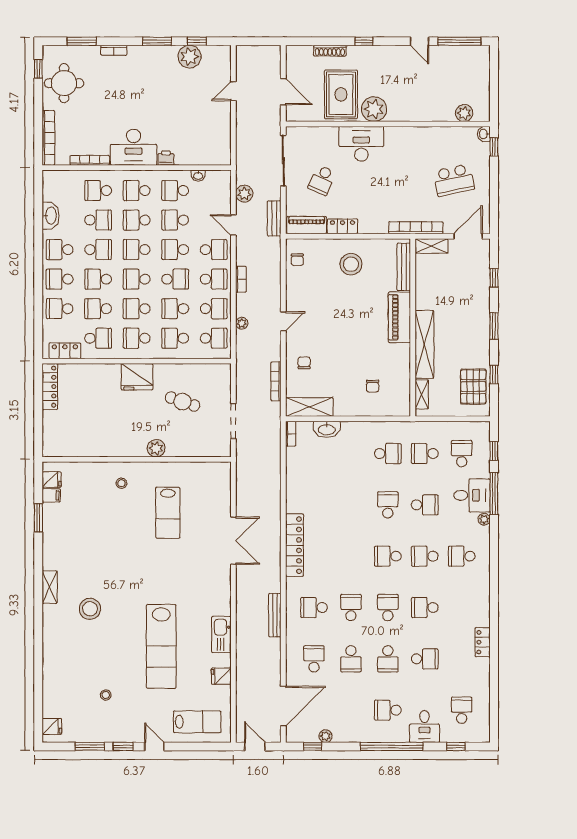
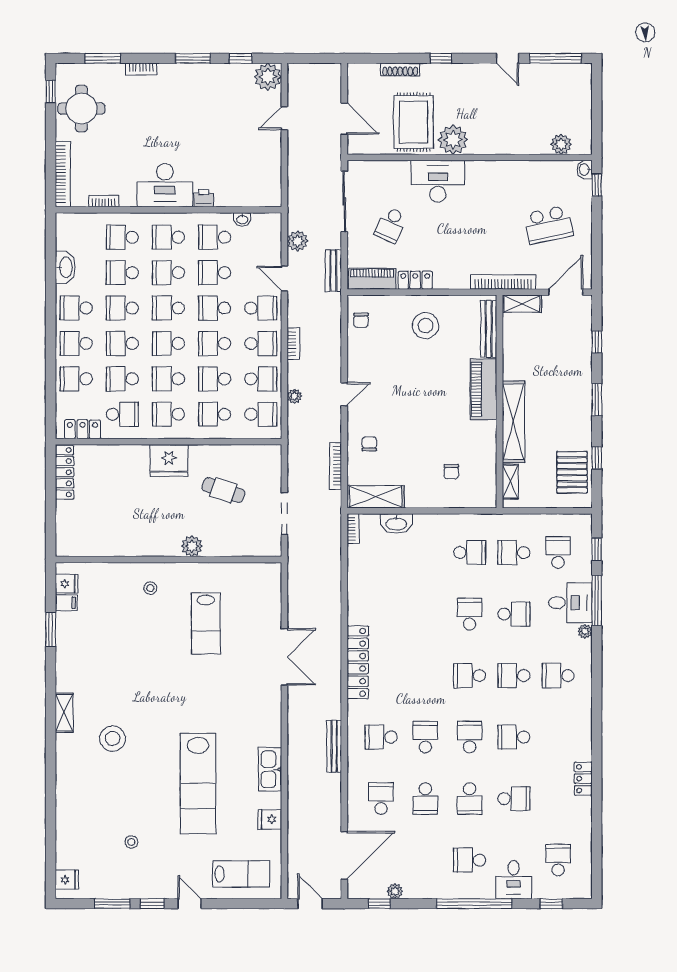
plant: (190, 57) -> (268, 77), moved
bookcase: (90, 160) -> (104, 201), width x0.64
school desk: (98, 220) -> (122, 273), turned 180
school desk: (98, 250) -> (122, 308), turned 180
school desk: (175, 279) -> (215, 343), turned 180

